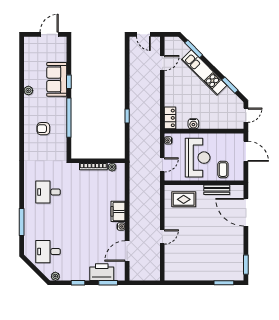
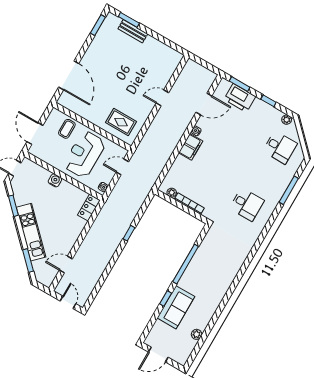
plant: (28, 91) -> (197, 334), moved
water cooler: (193, 124) -> (55, 180), moved
armchair: (43, 129) -> (216, 268), removed
bench: (217, 190) -> (133, 31), moved

